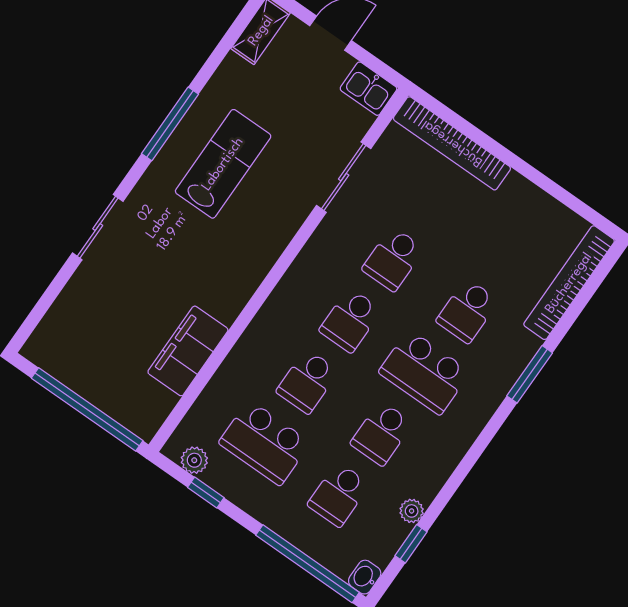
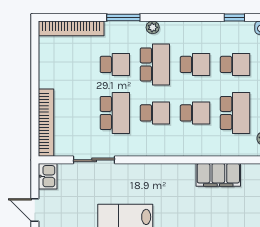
school desk: (393, 259) -> (115, 113), width x1.85
plant: (412, 511) -> (153, 27), moved

